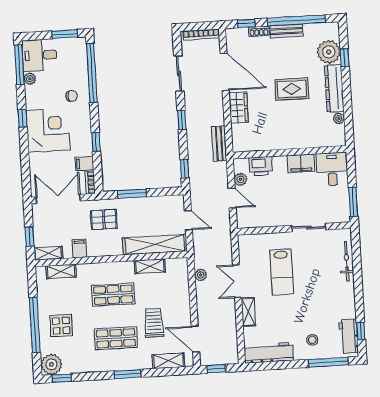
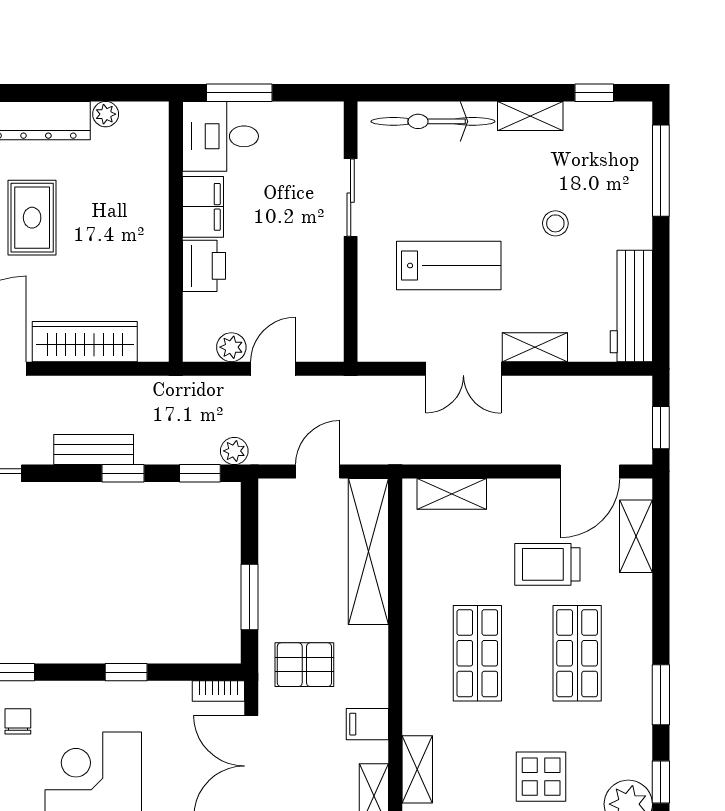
wardrobe: (239, 108) -> (85, 342), width x1.50
window: (182, 120) -> (123, 473), moved
bench: (219, 144) -> (94, 449), moved
filing cabinet: (84, 164) -> (174, 701), removed
printer: (261, 166) -> (204, 266), moved
window: (353, 202) -> (239, 93), moved
pallet: (104, 219) -> (304, 665), turned 90
bicycle: (347, 261) -> (433, 121), width x1.37, depth x1.40
shelving: (150, 266) -> (452, 494), moved, turned 90
plant: (201, 275) -> (234, 451), moved
shelving: (349, 304) -> (530, 116), added
workbench: (349, 336) -> (604, 121), removed
stool: (312, 340) -> (555, 223), moved
window: (127, 374) -> (661, 695), moved

